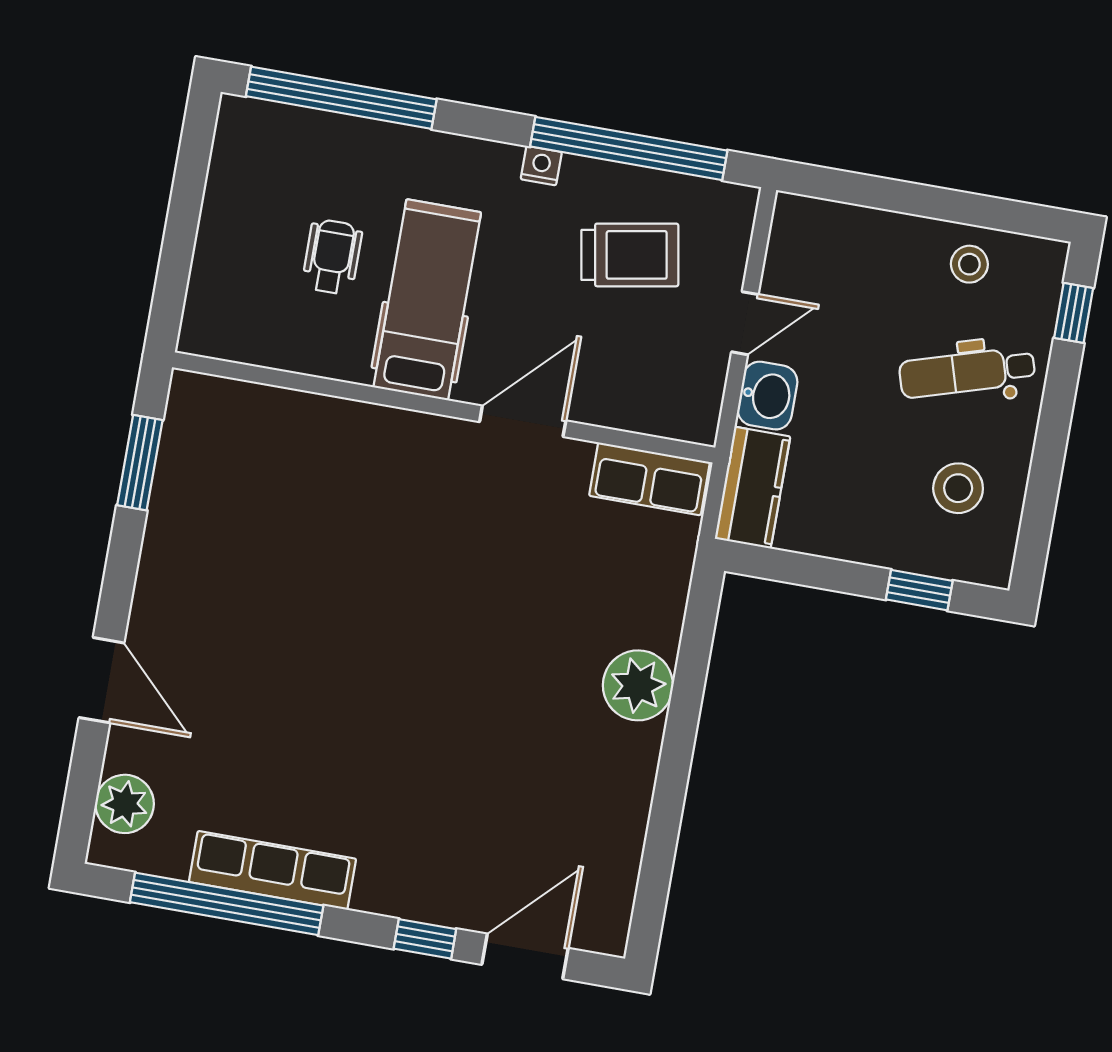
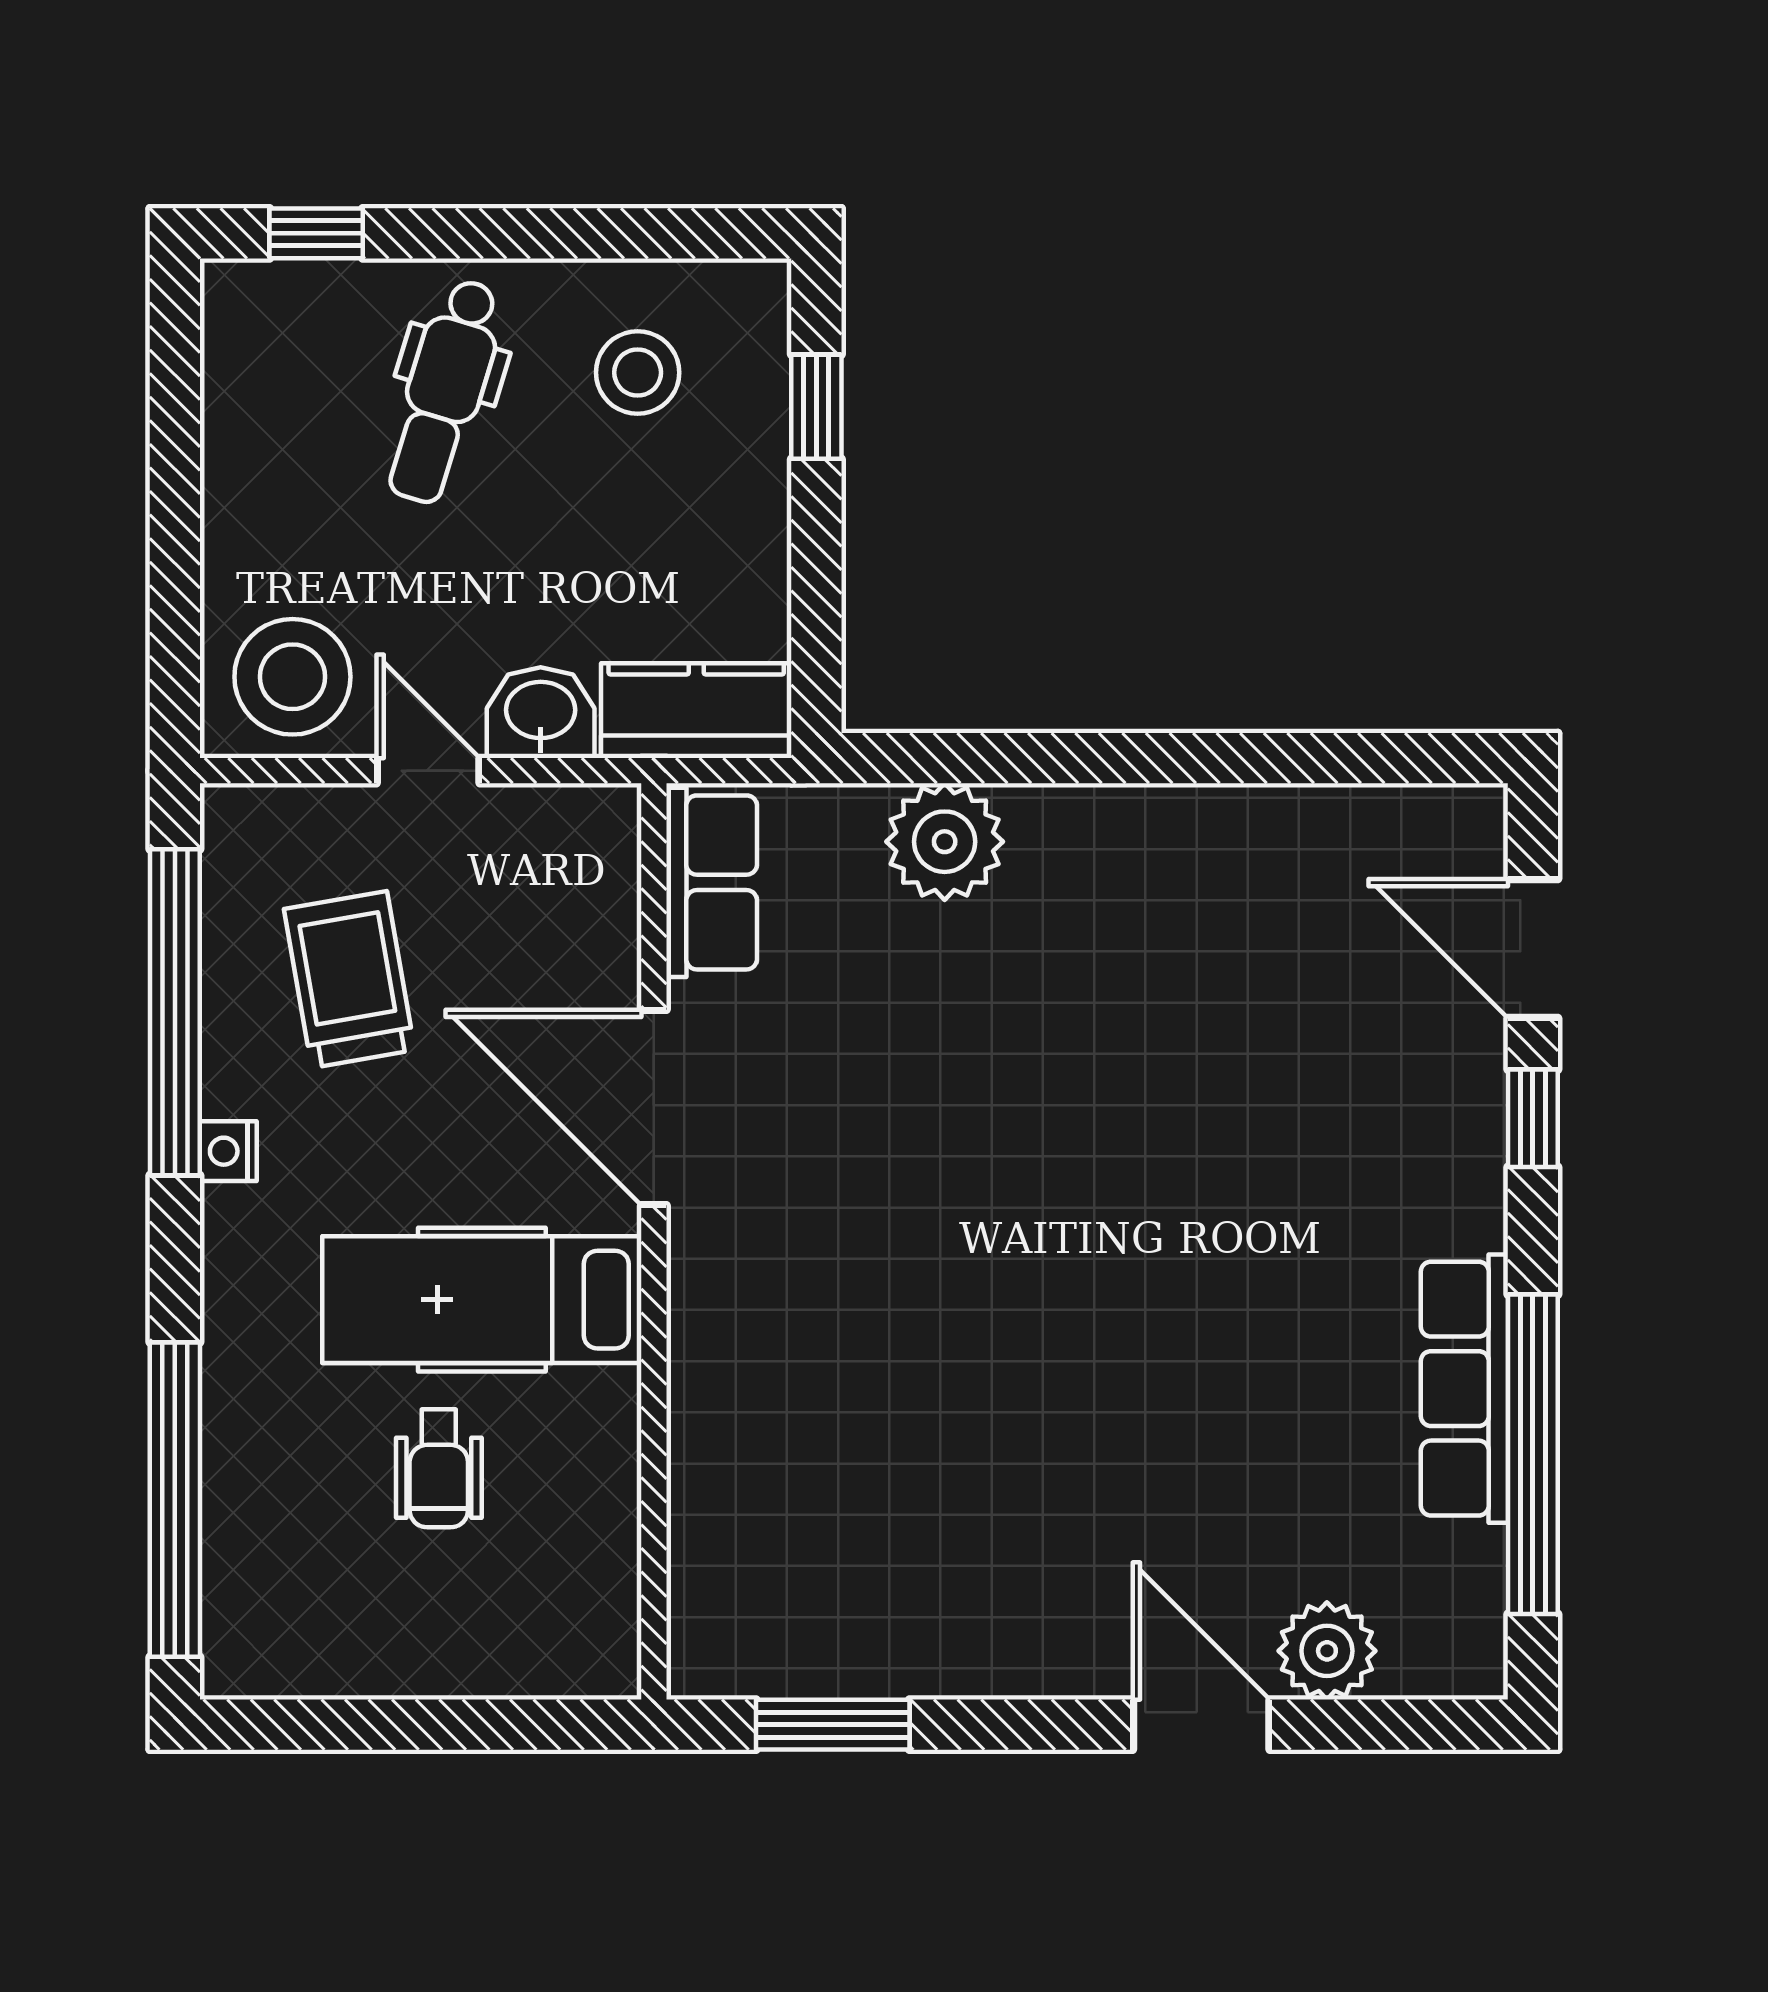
wheelchair: (332, 257) -> (439, 1468), turned -90
stool: (969, 264) -> (292, 677), moved, width x1.89, depth x1.89
dental chair: (967, 372) -> (445, 391), turned 34
door: (523, 421) -> (654, 1107), width x1.36
door: (102, 680) -> (1201, 1725), hinge flipped
plant: (638, 685) -> (945, 842), moved
plant: (125, 804) -> (1327, 1651), moved

